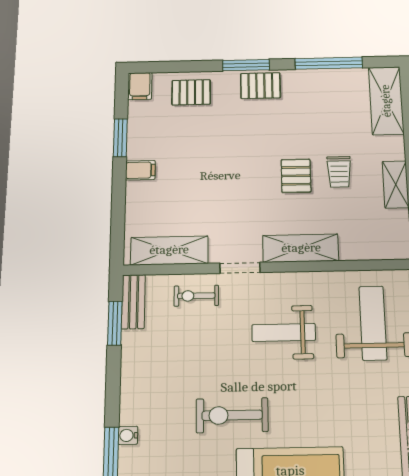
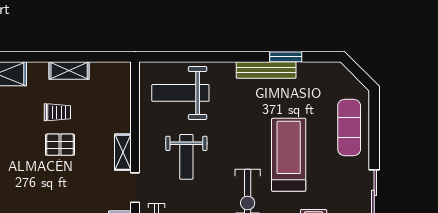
shelving: (301, 248) -> (123, 152), width x0.67, depth x0.75

